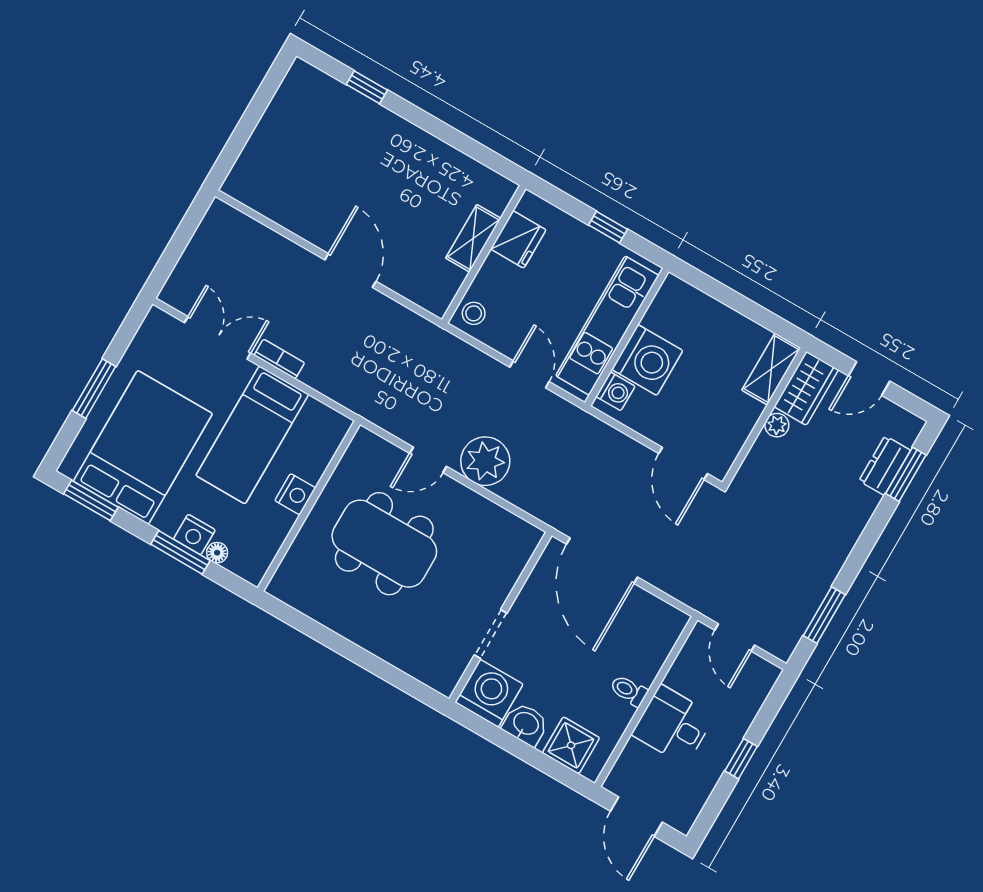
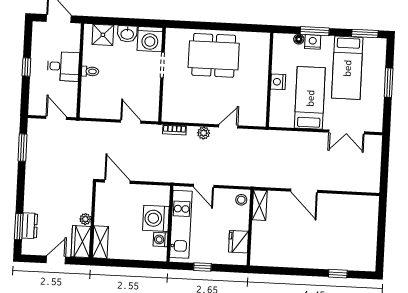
shelving: (473, 238) -> (260, 205), moved
bookcase: (279, 359) -> (174, 130), moved
washing machine: (616, 391) -> (161, 240), moved
bed: (143, 447) -> (347, 68), width x0.67
plant: (485, 461) -> (204, 133), width x0.53, depth x0.53
dining table: (384, 544) -> (214, 55), moved
door: (602, 561) -> (131, 122), width x0.53

